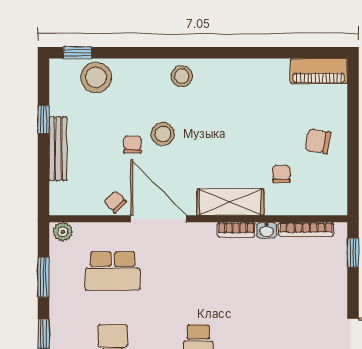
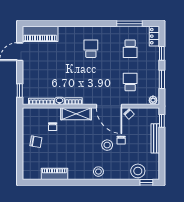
piano: (319, 71) -> (54, 174), moved
window: (44, 119) -> (162, 121), moved
school desk: (113, 271) -> (130, 82), width x0.54

